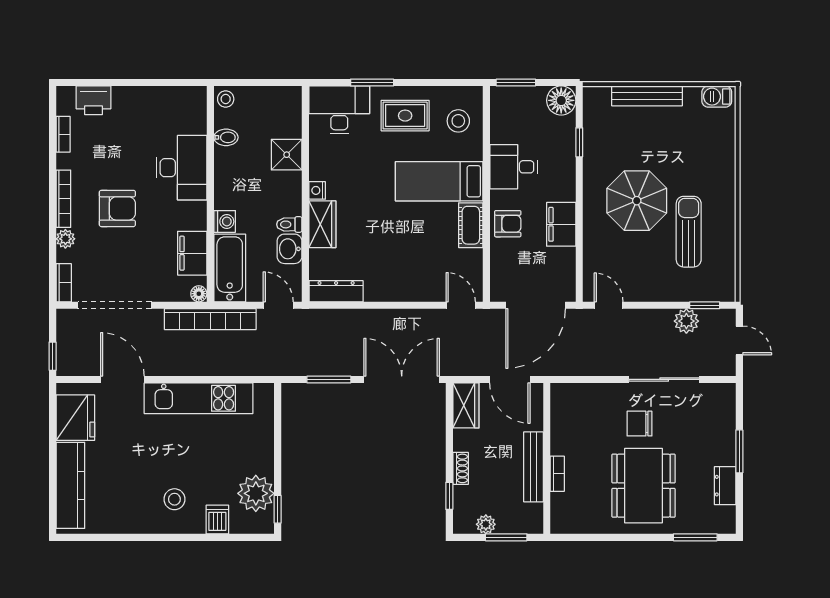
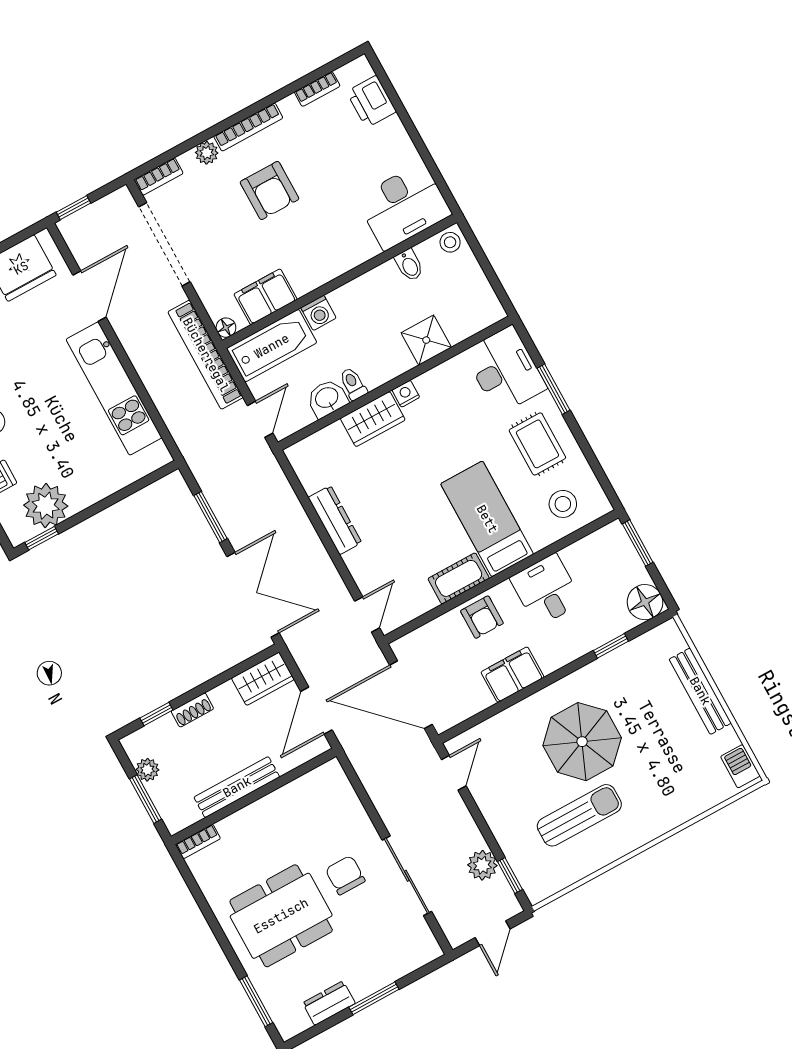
desk: (181, 168) -> (404, 206), moved
dresser: (336, 291) -> (335, 520), moved
bookcase: (557, 474) -> (198, 841), moved

